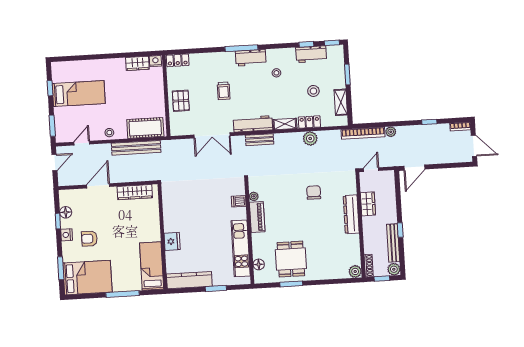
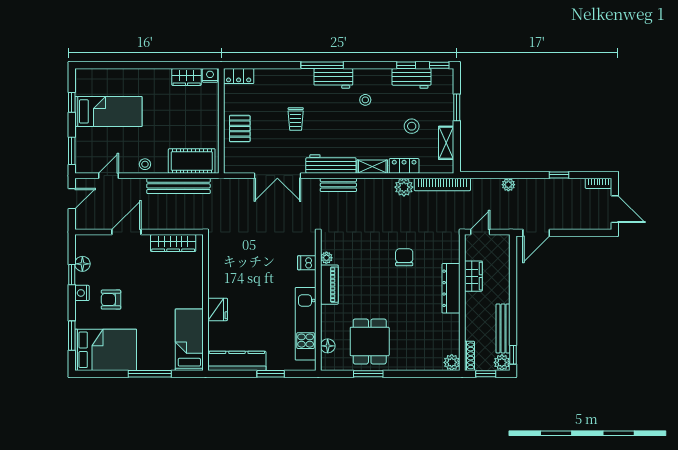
bookcase: (363, 133) -> (442, 184), moved
window: (400, 230) -> (513, 355), moved

